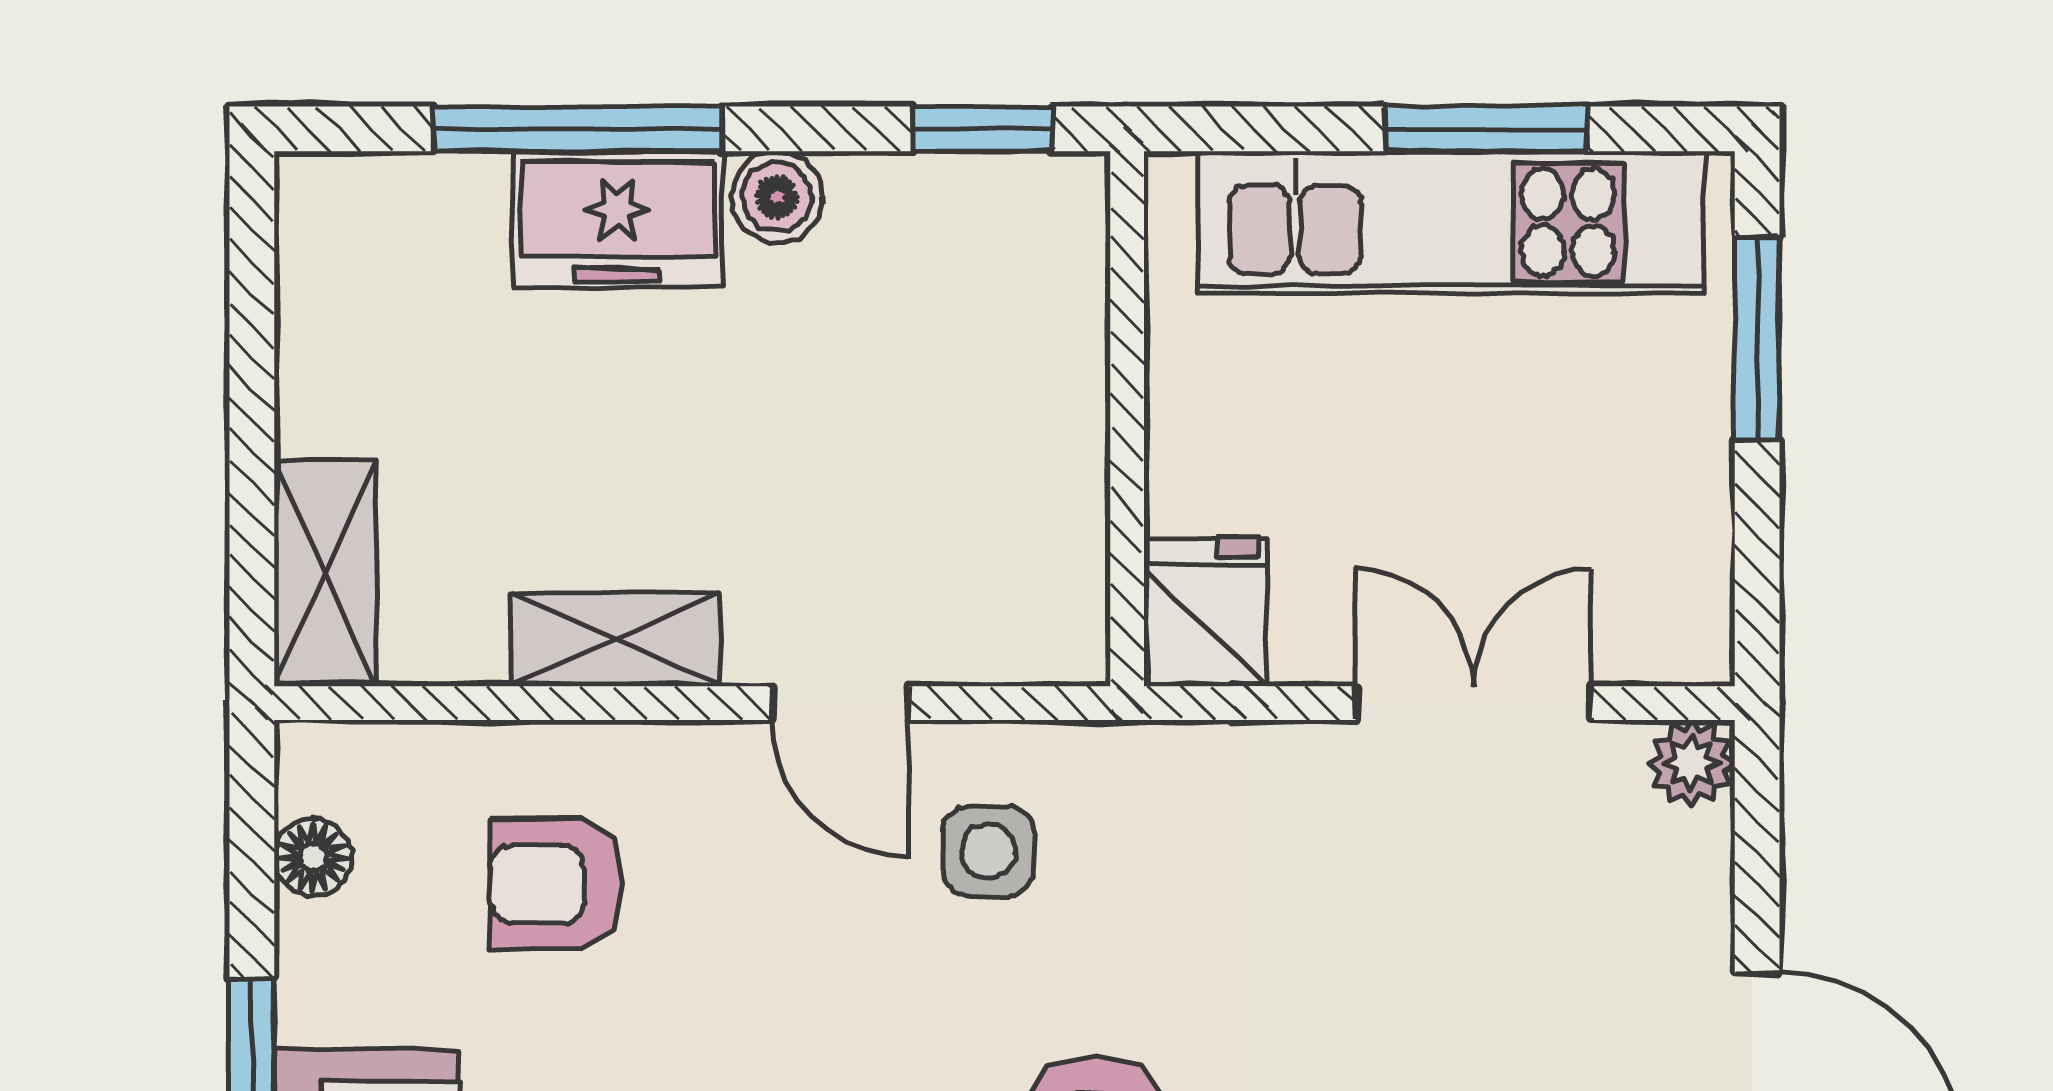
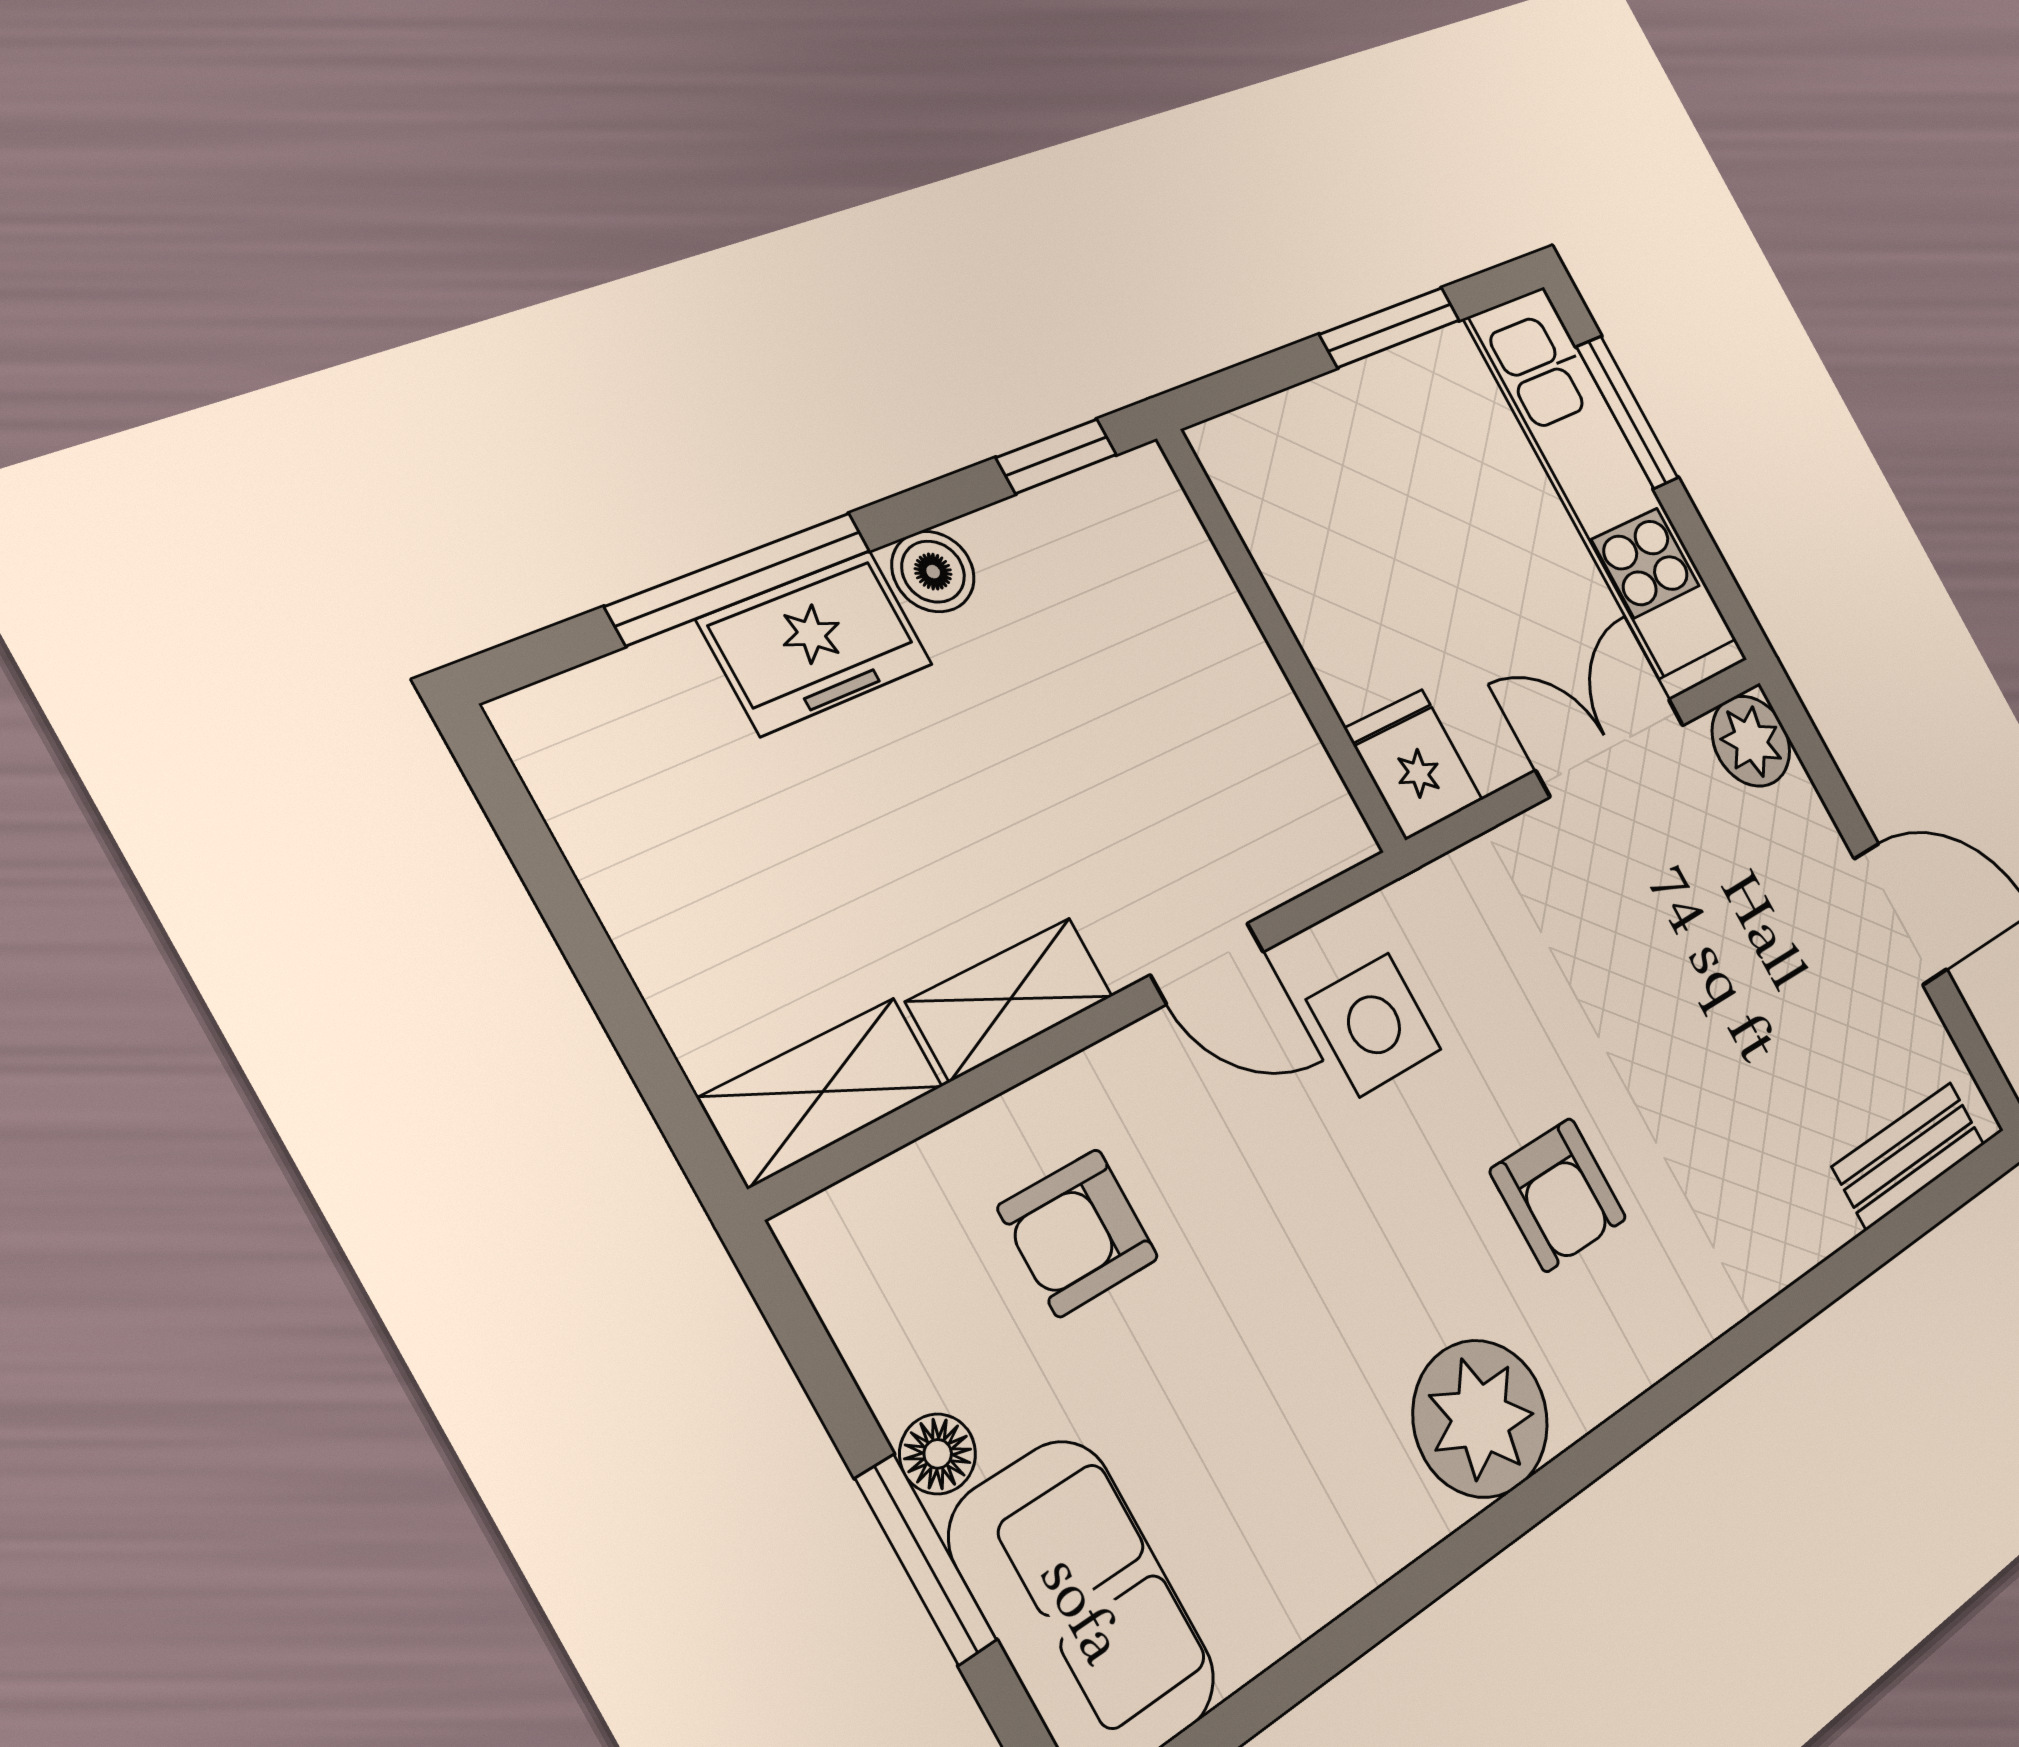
kitchen unit: (1452, 222) -> (1601, 481), moved, turned 90
shelving: (325, 573) -> (823, 1092), moved, turned 90
plant: (1692, 763) -> (1751, 741), width x1.38, depth x1.38
side table: (988, 851) -> (1374, 1025), width x1.37, depth x1.37
floor lamp: (313, 857) -> (938, 1454), moved

